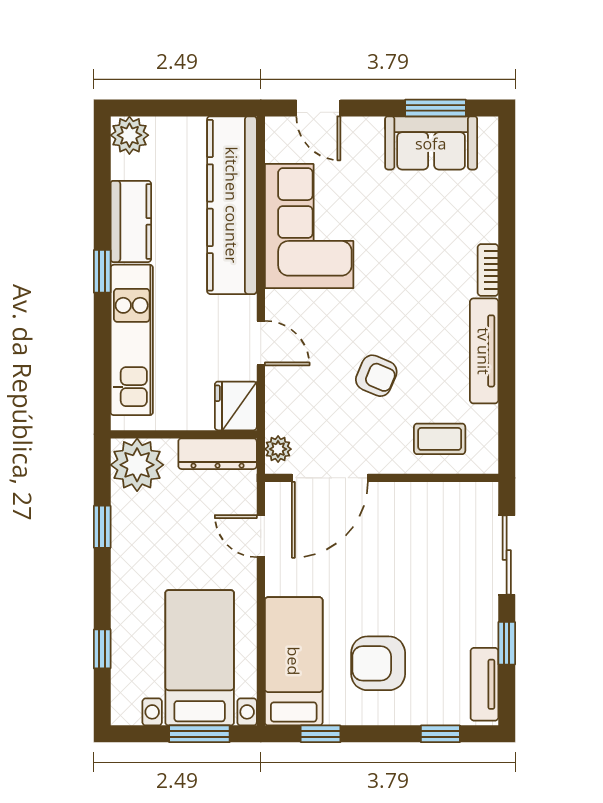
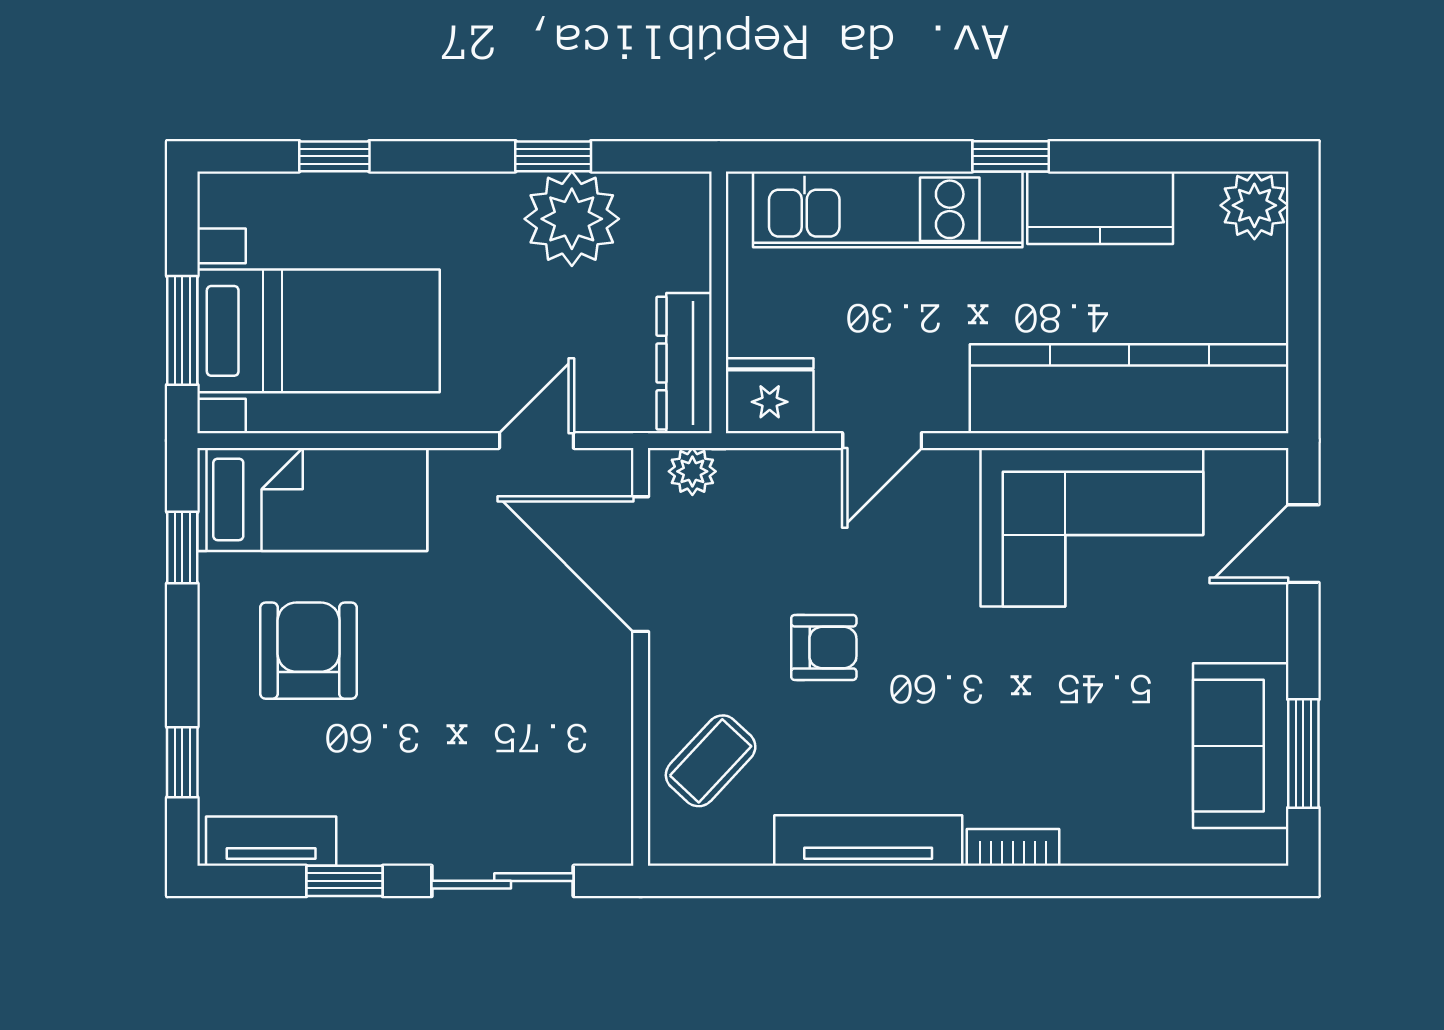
armchair: (376, 376) -> (824, 647), turned -113
coffee table: (440, 439) -> (711, 761), turned 43
plant: (137, 465) -> (572, 219), moved

